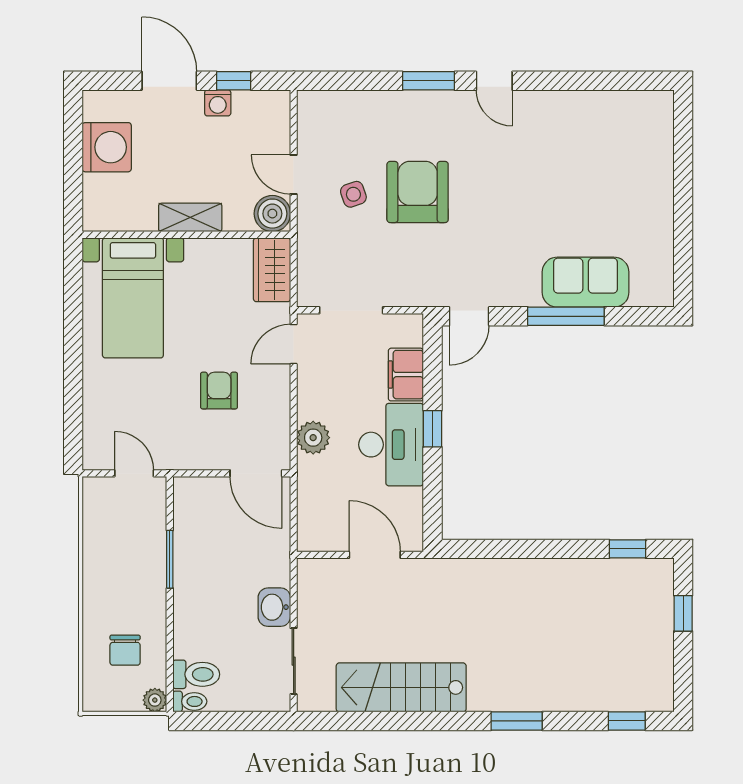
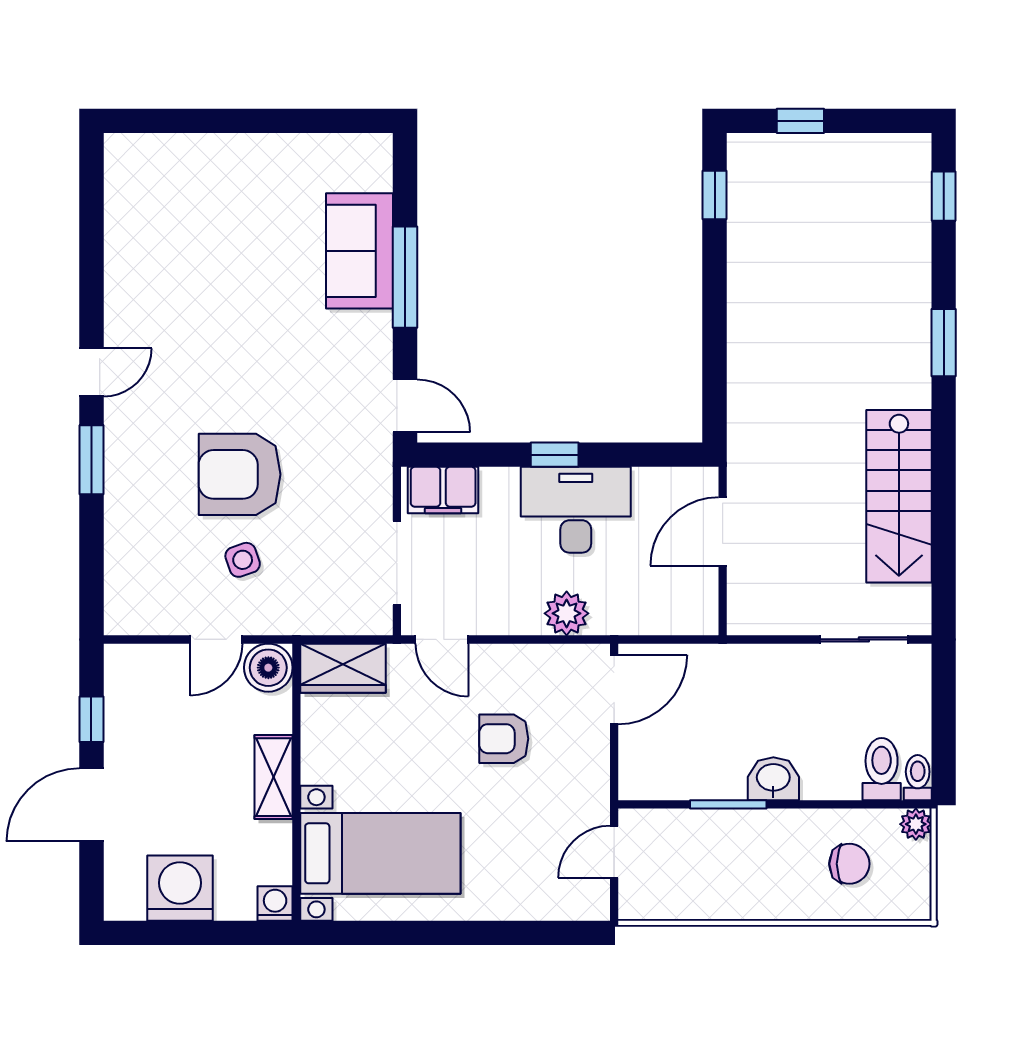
washing machine: (218, 103) -> (275, 903), moved, turned -90
filing cabinet: (406, 375) -> (443, 490), moved
washbasin: (274, 607) -> (773, 779), moved, turned 180

